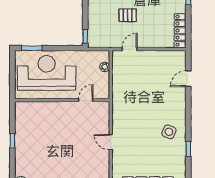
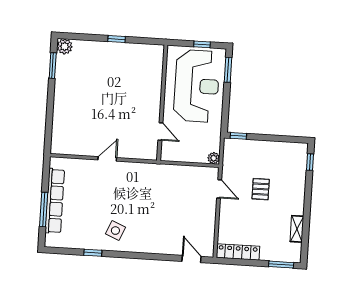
plant: (105, 67) -> (214, 158), moved
window: (12, 71) -> (202, 44), added
door: (188, 79) -> (192, 259), moved

